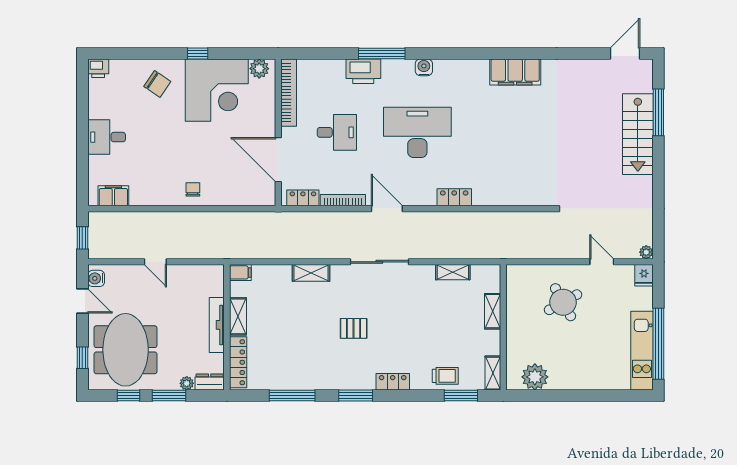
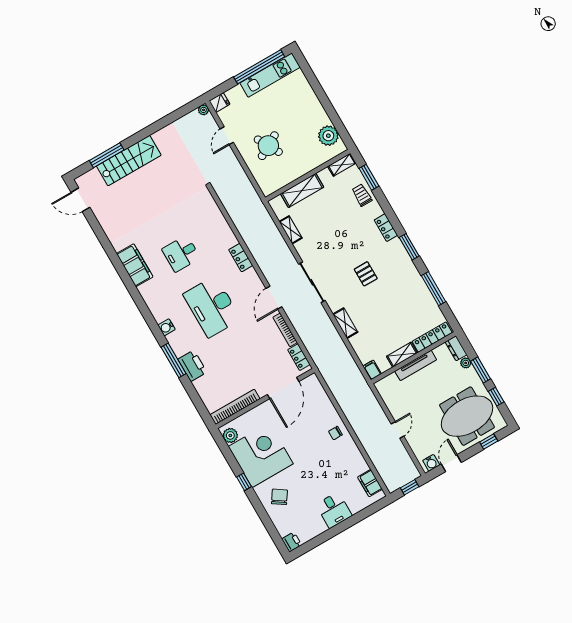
desk: (337, 132) -> (181, 253), moved, turned -90
shelving: (493, 311) -> (302, 190), width x1.50, depth x1.33

